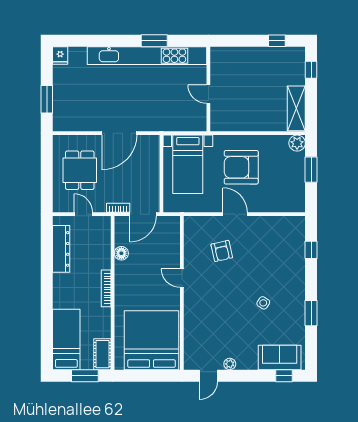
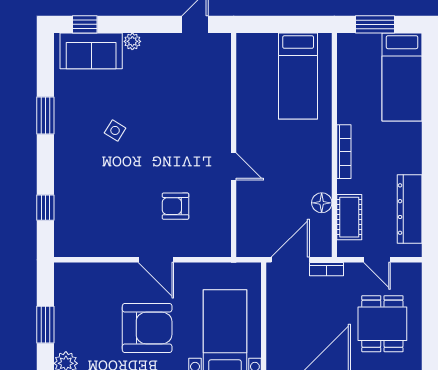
armchair: (222, 251) -> (175, 206), turned -77
bed: (152, 340) -> (298, 76), width x0.49
cot: (102, 354) -> (349, 217), moved
plant: (230, 364) -> (132, 41), moved

